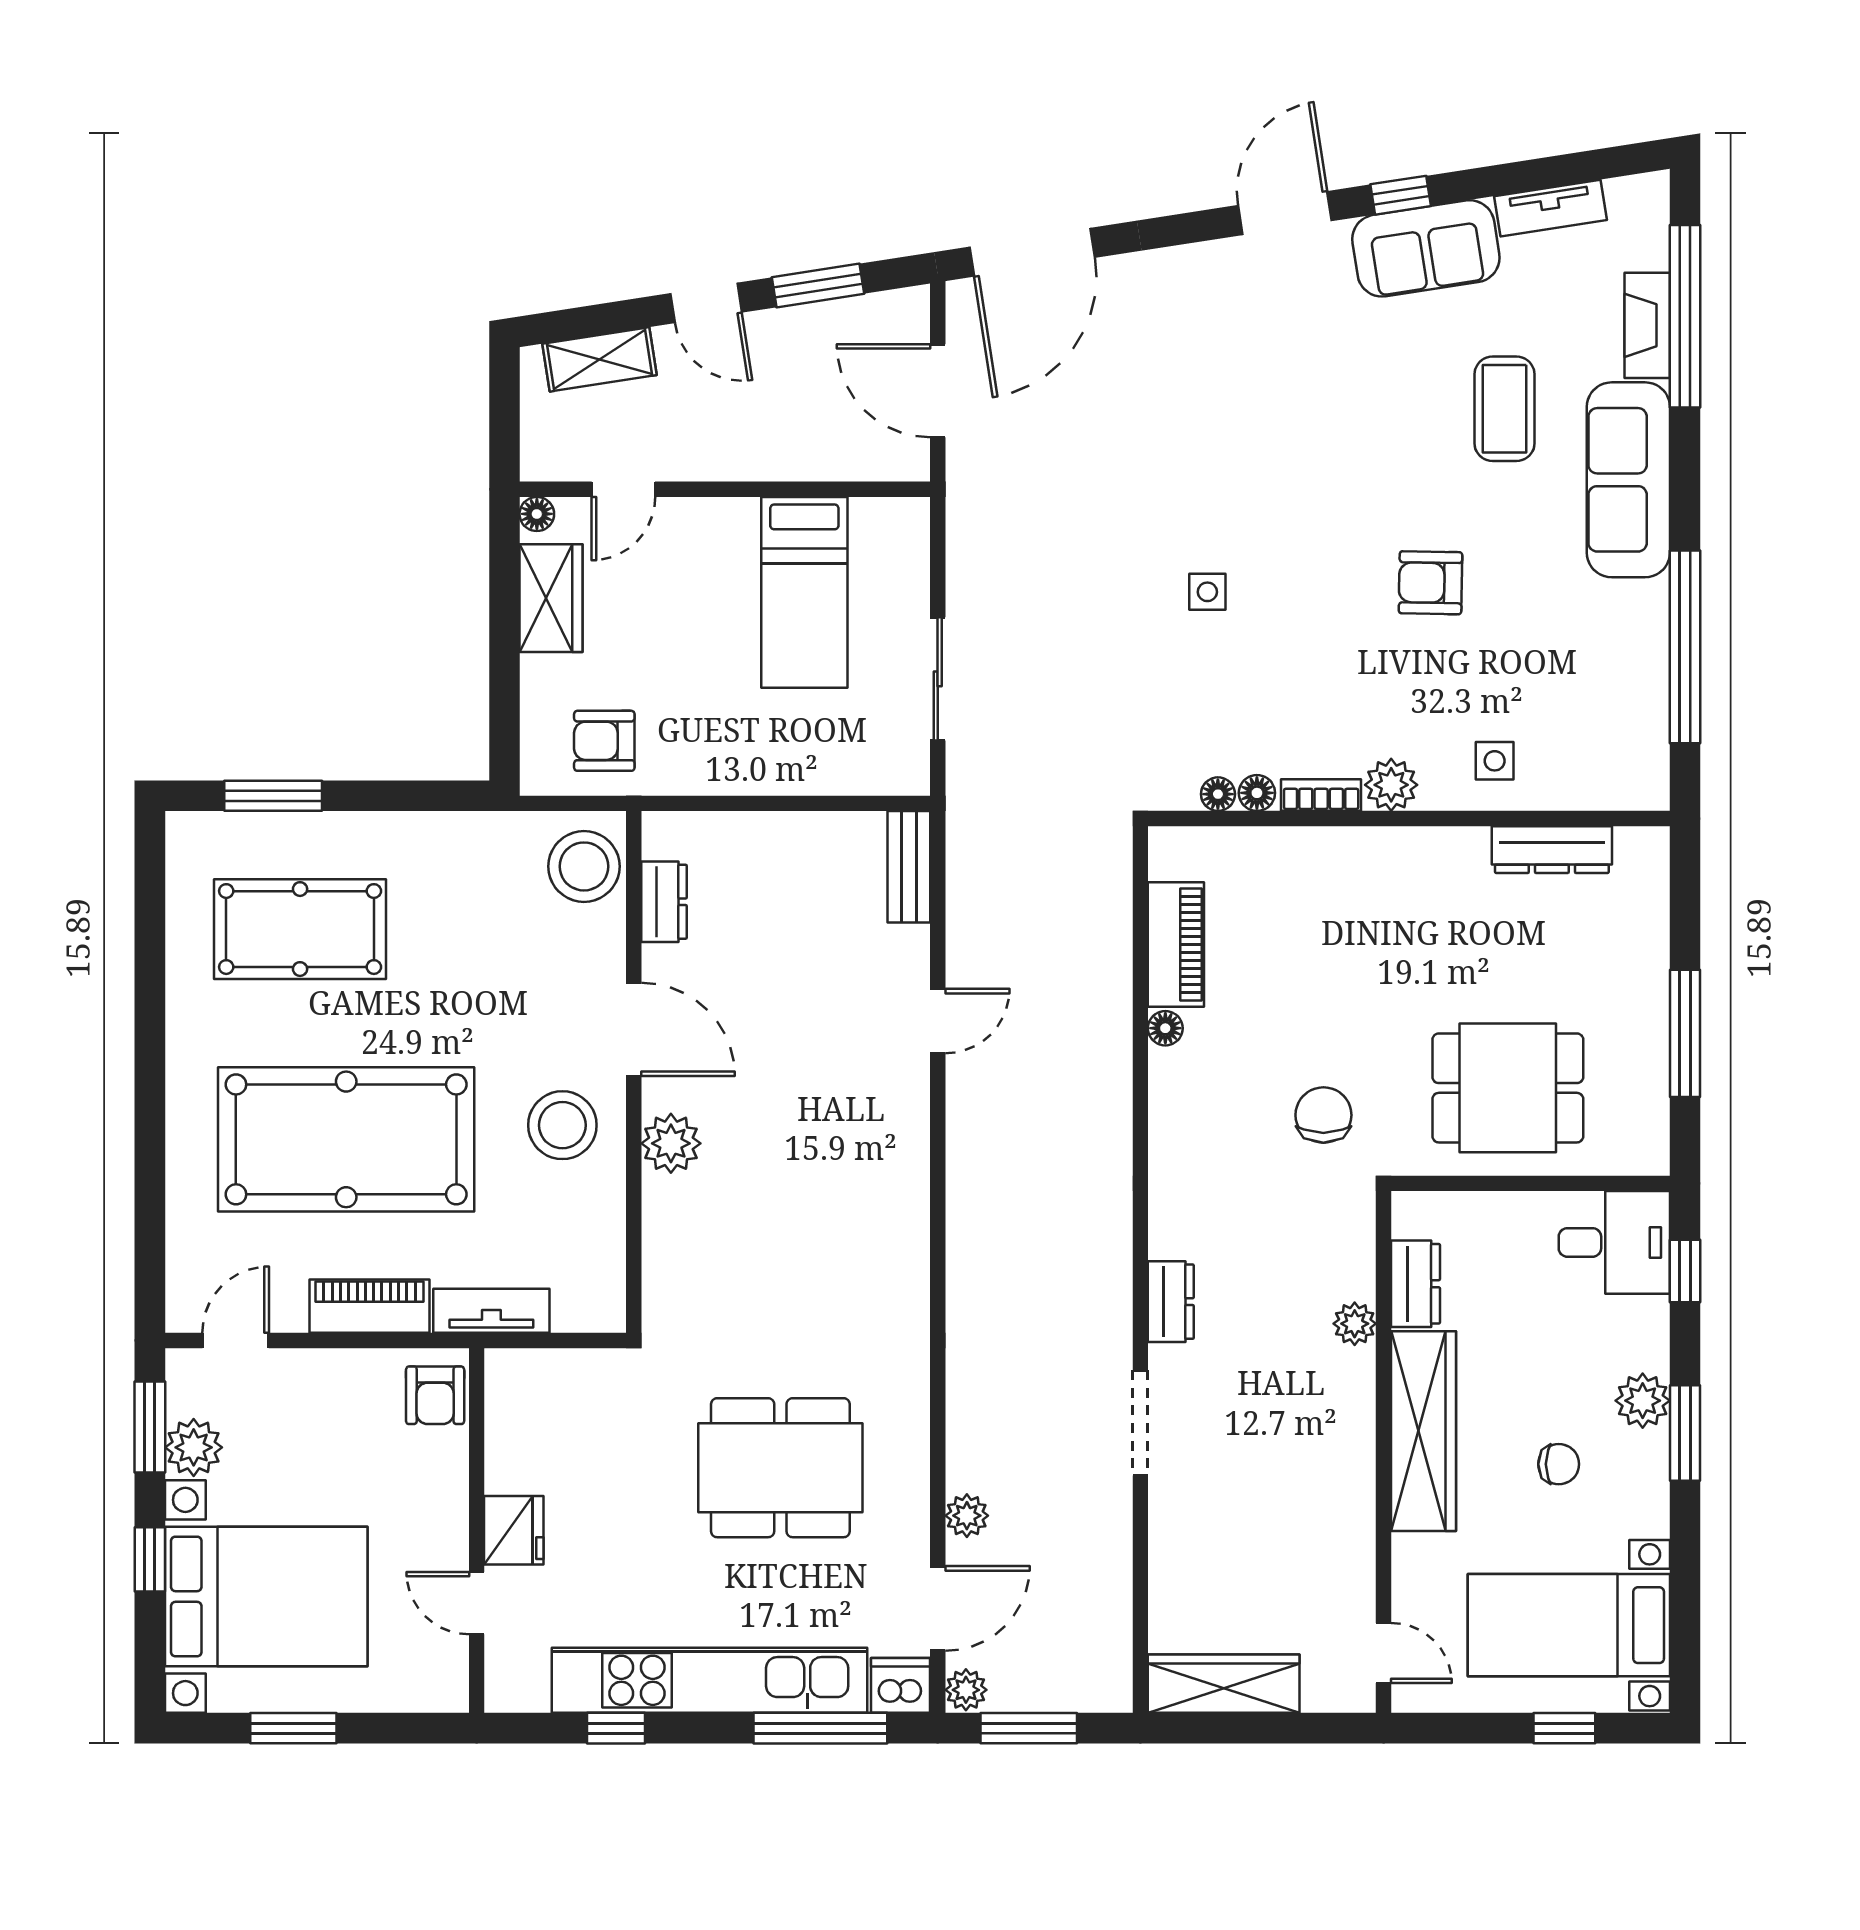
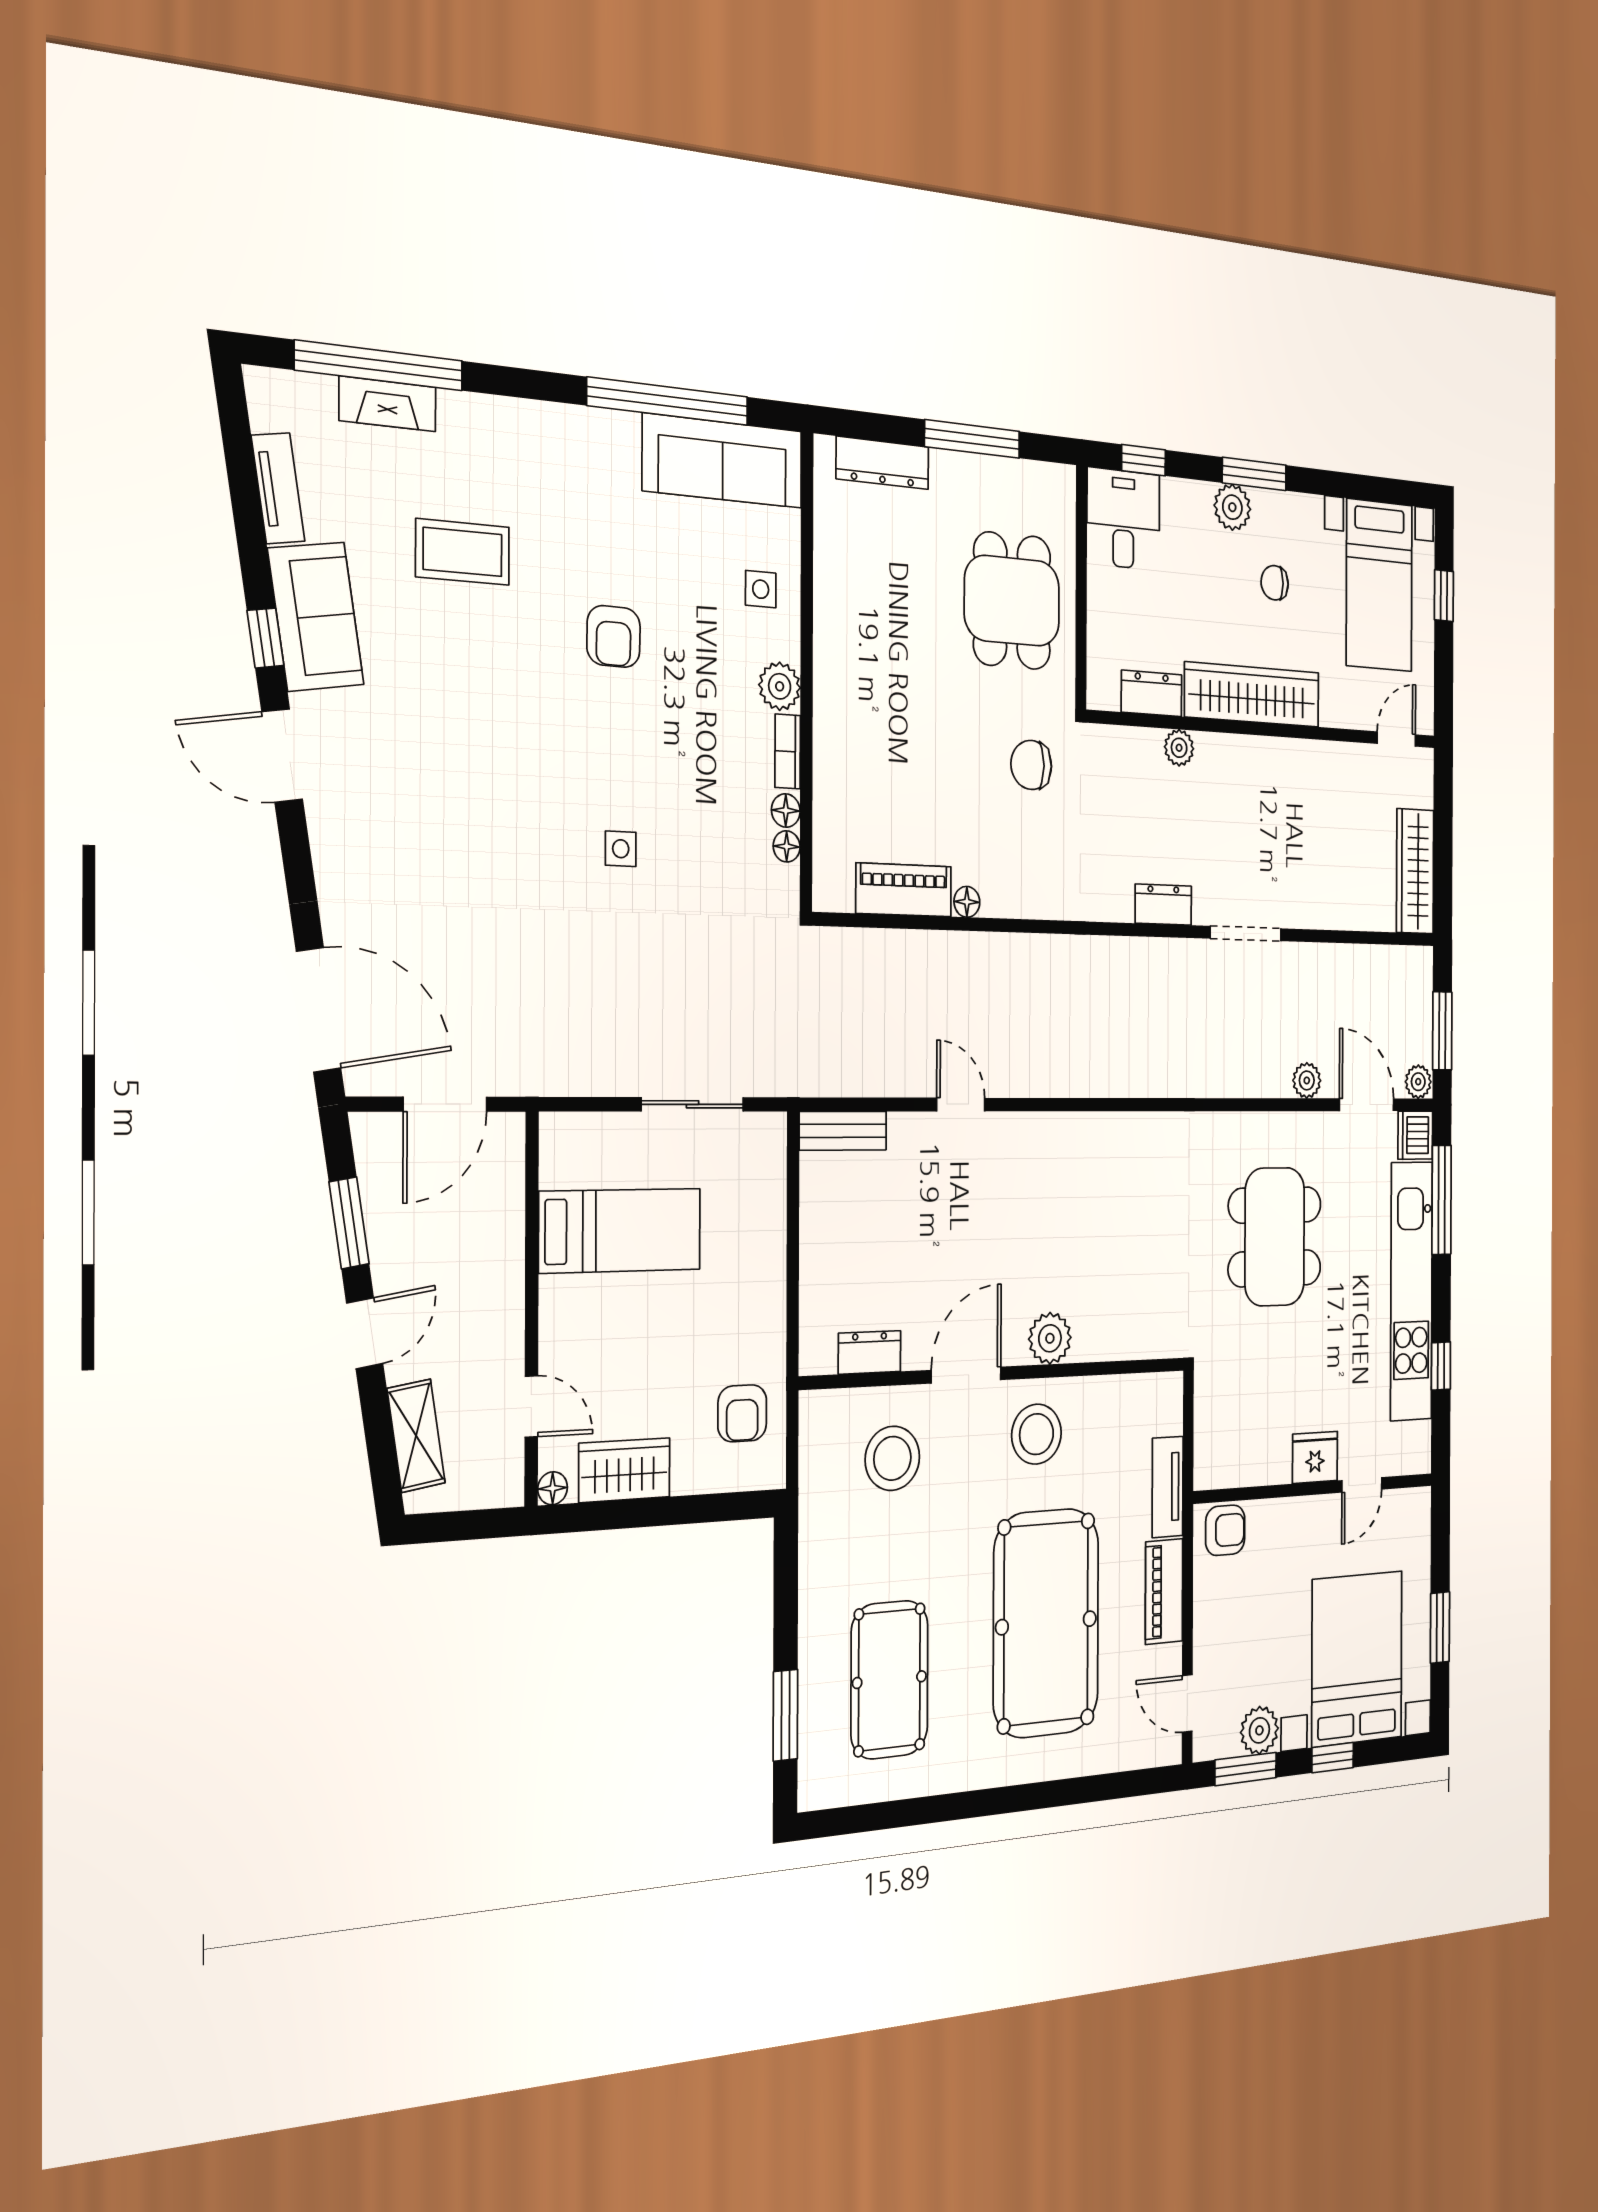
sofa: (1628, 480) -> (723, 461), moved
dresser: (1552, 850) -> (882, 463), moved, turned 90
stool: (584, 866) -> (892, 1458), moved
chair: (1559, 1464) -> (1275, 583), turned -90

